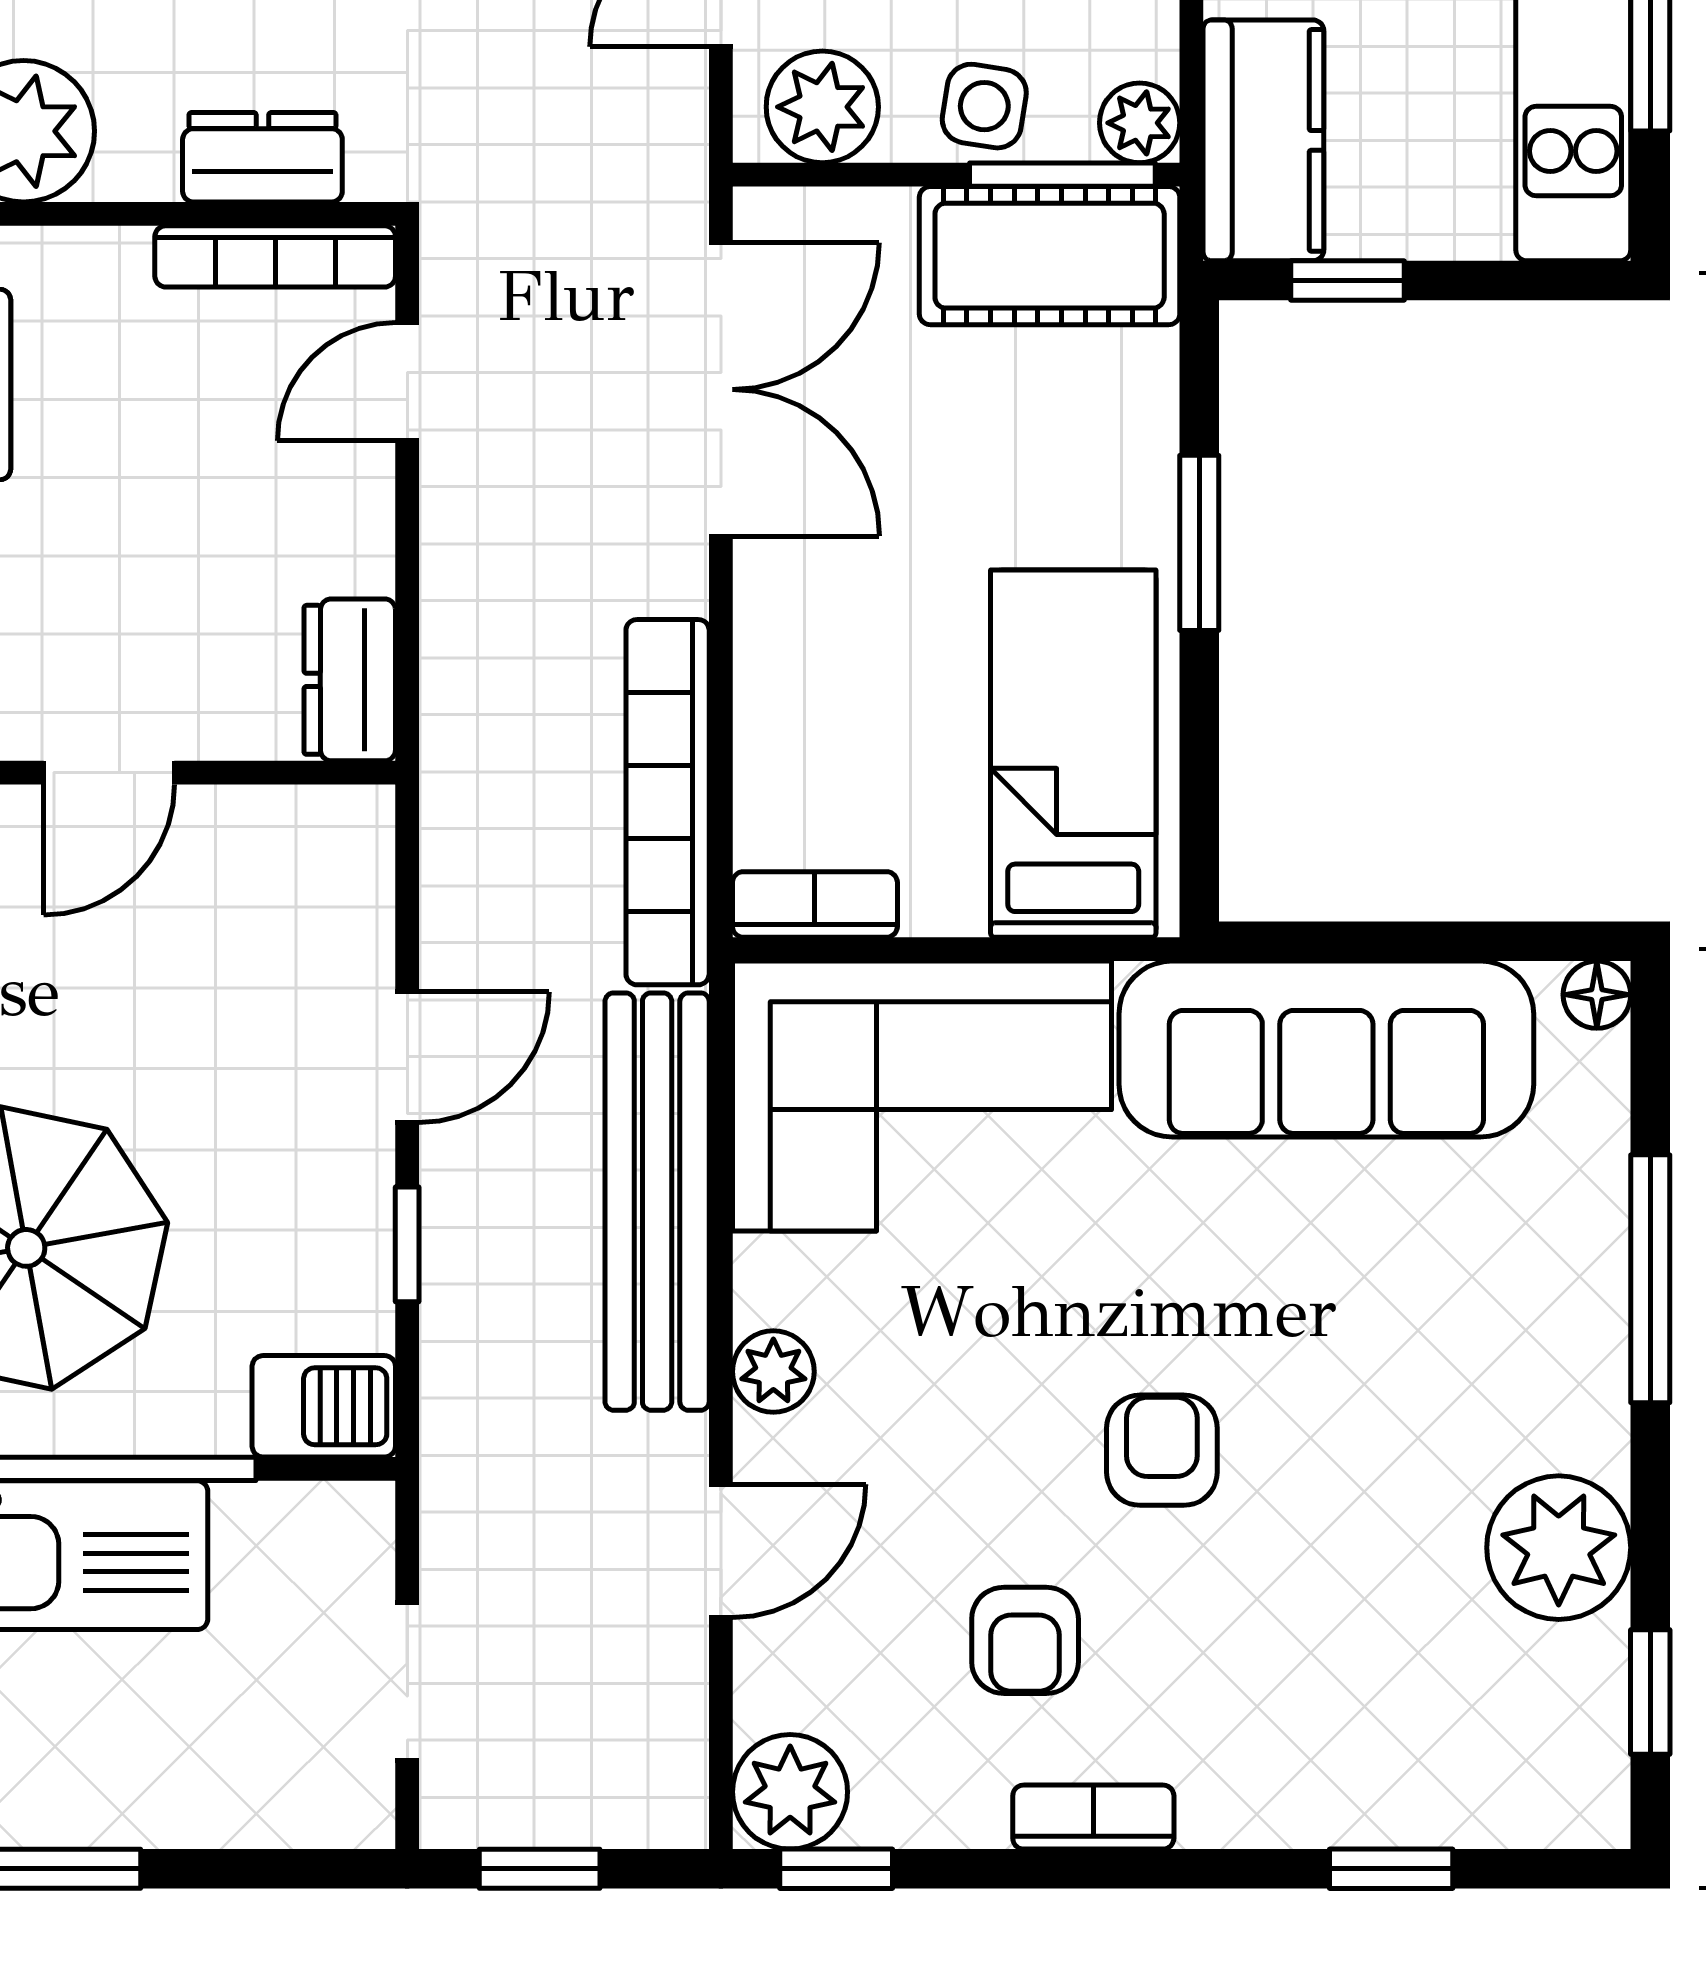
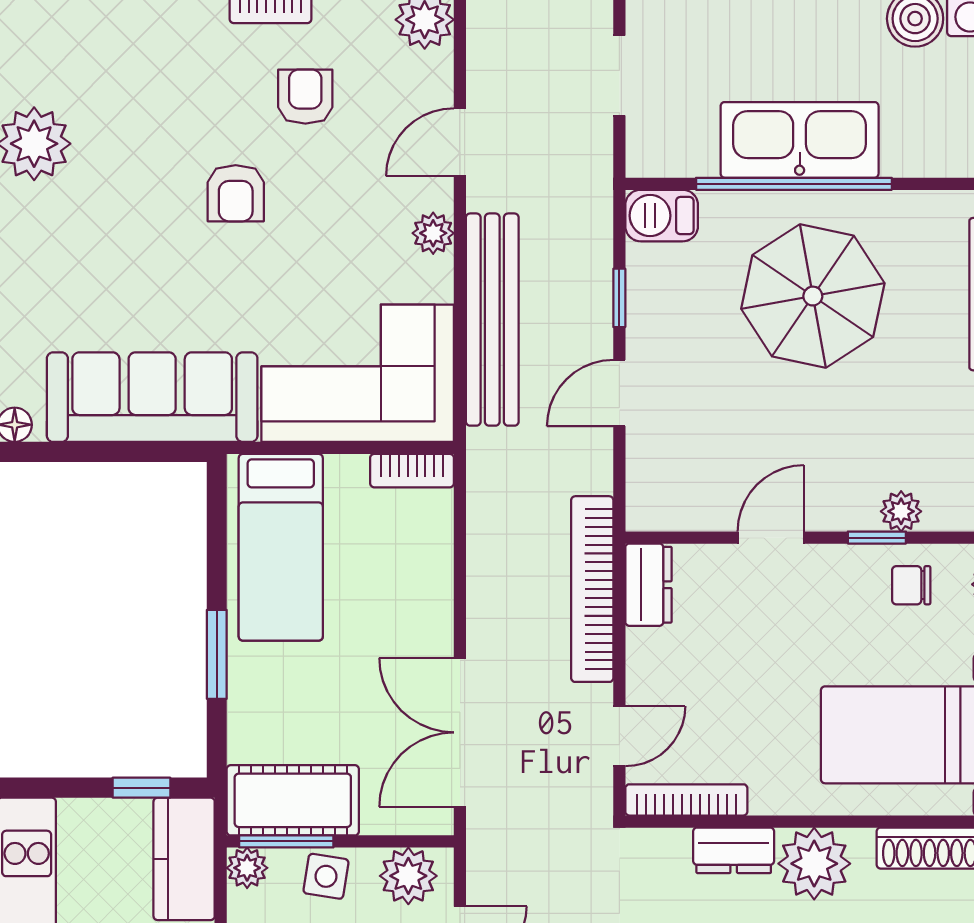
dresser: (262, 157) -> (734, 850), moved
bookcase: (668, 802) -> (592, 589), moved, turned 180

